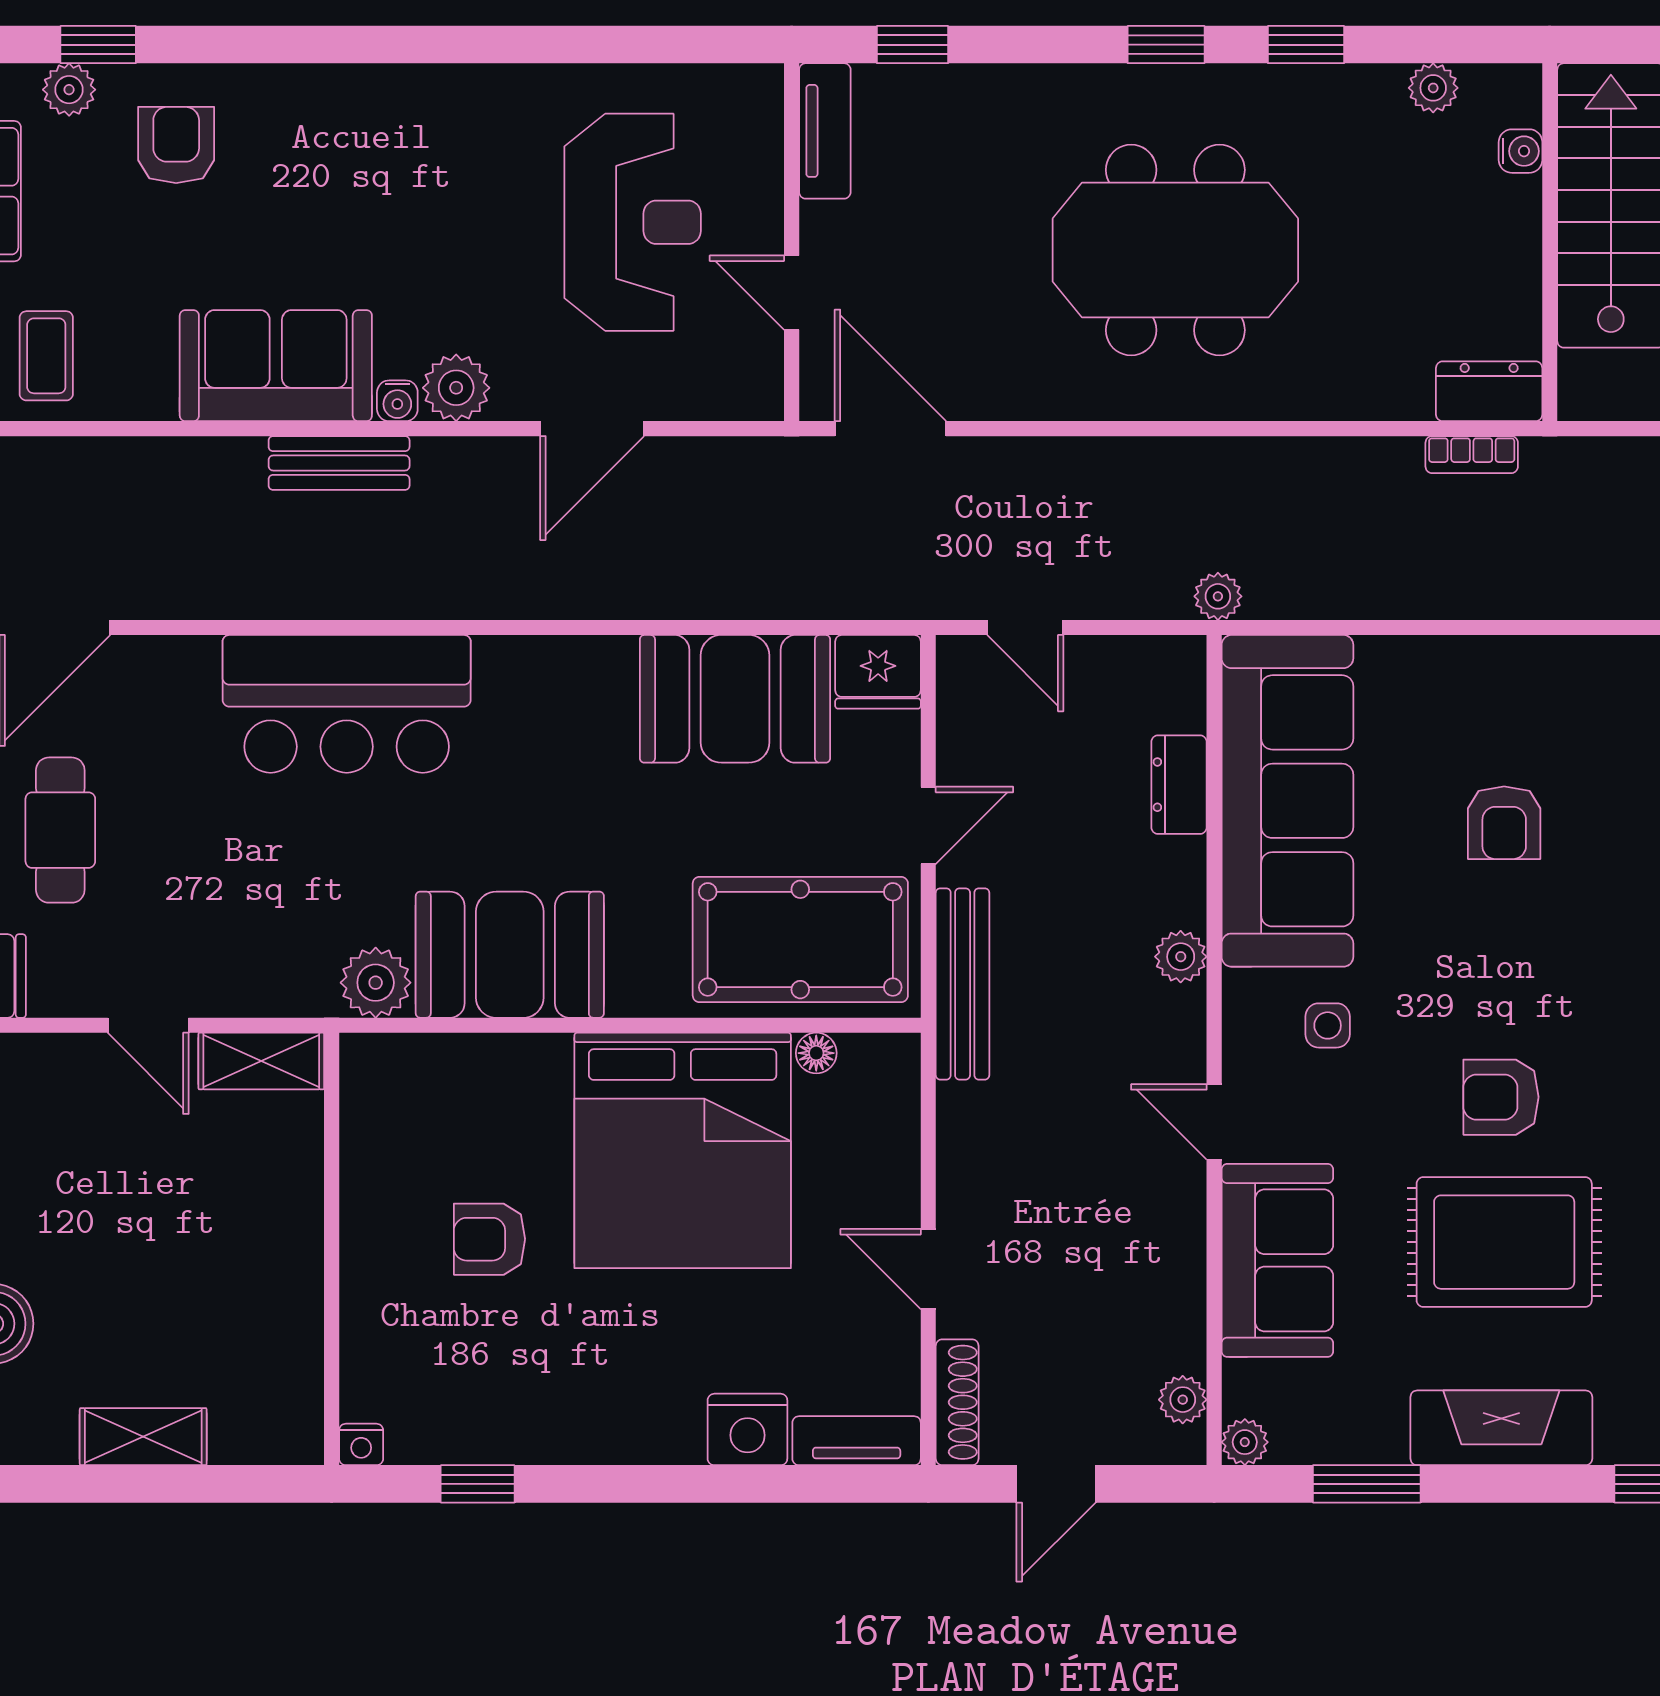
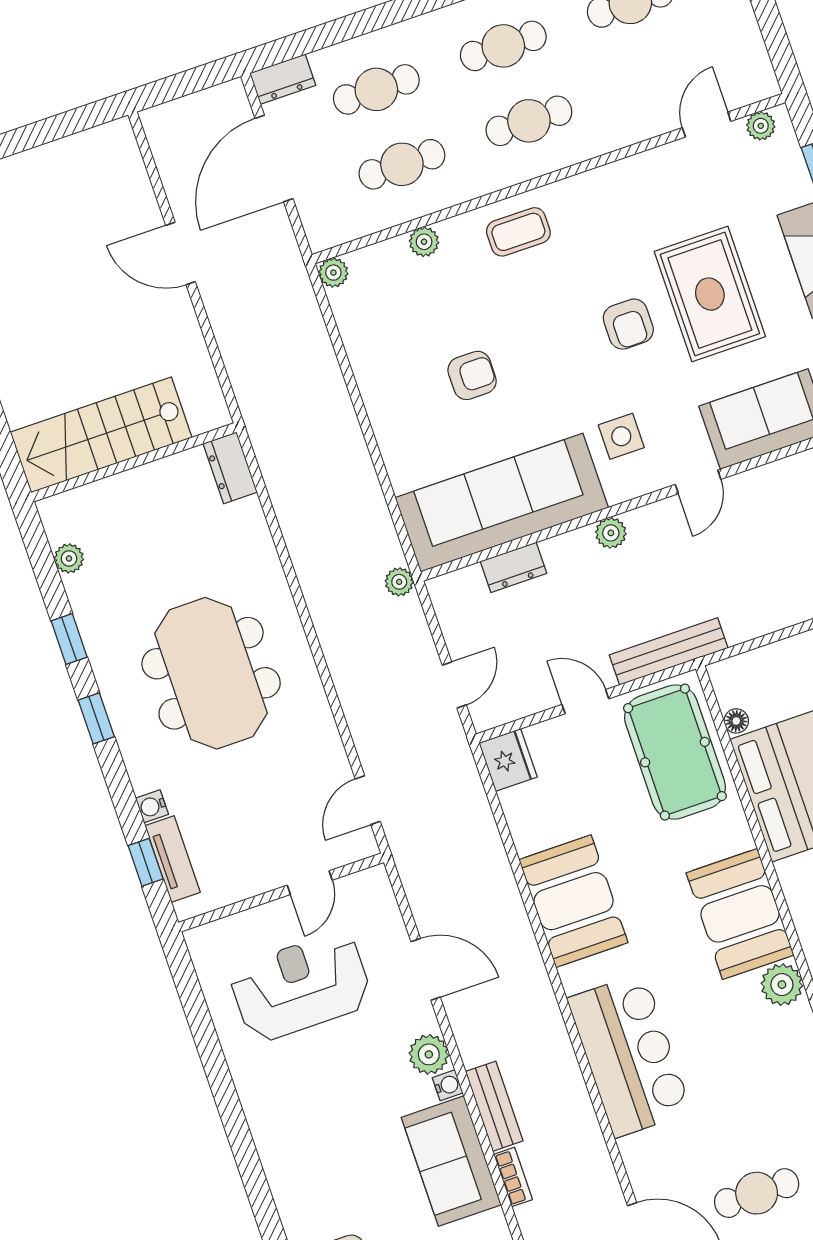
tv unit: (825, 131) -> (173, 859), moved, turned 90
water cooler: (1521, 151) -> (152, 806), moved, turned -90
door: (890, 429) -> (368, 800), width x0.73
bookcase: (1472, 455) -> (513, 1177), moved
booth: (735, 699) -> (573, 901), moved
side table: (1328, 1025) -> (621, 436), width x1.37, depth x1.37

